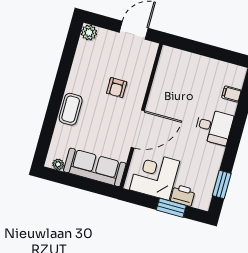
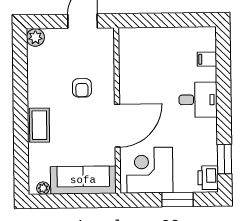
printer: (183, 195) -> (208, 178), moved, turned -90

